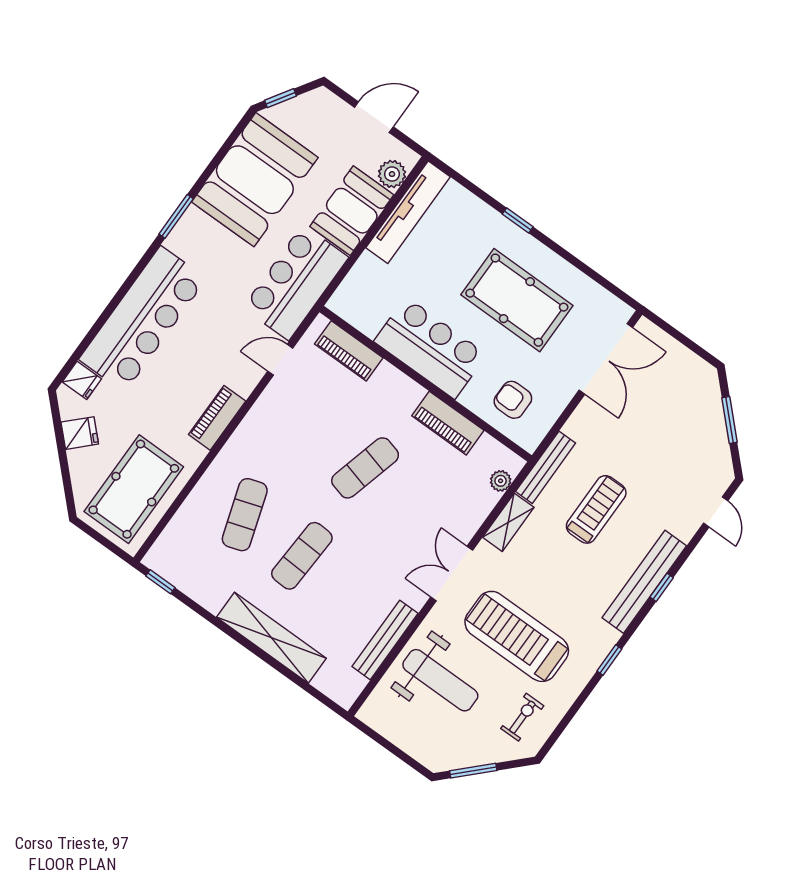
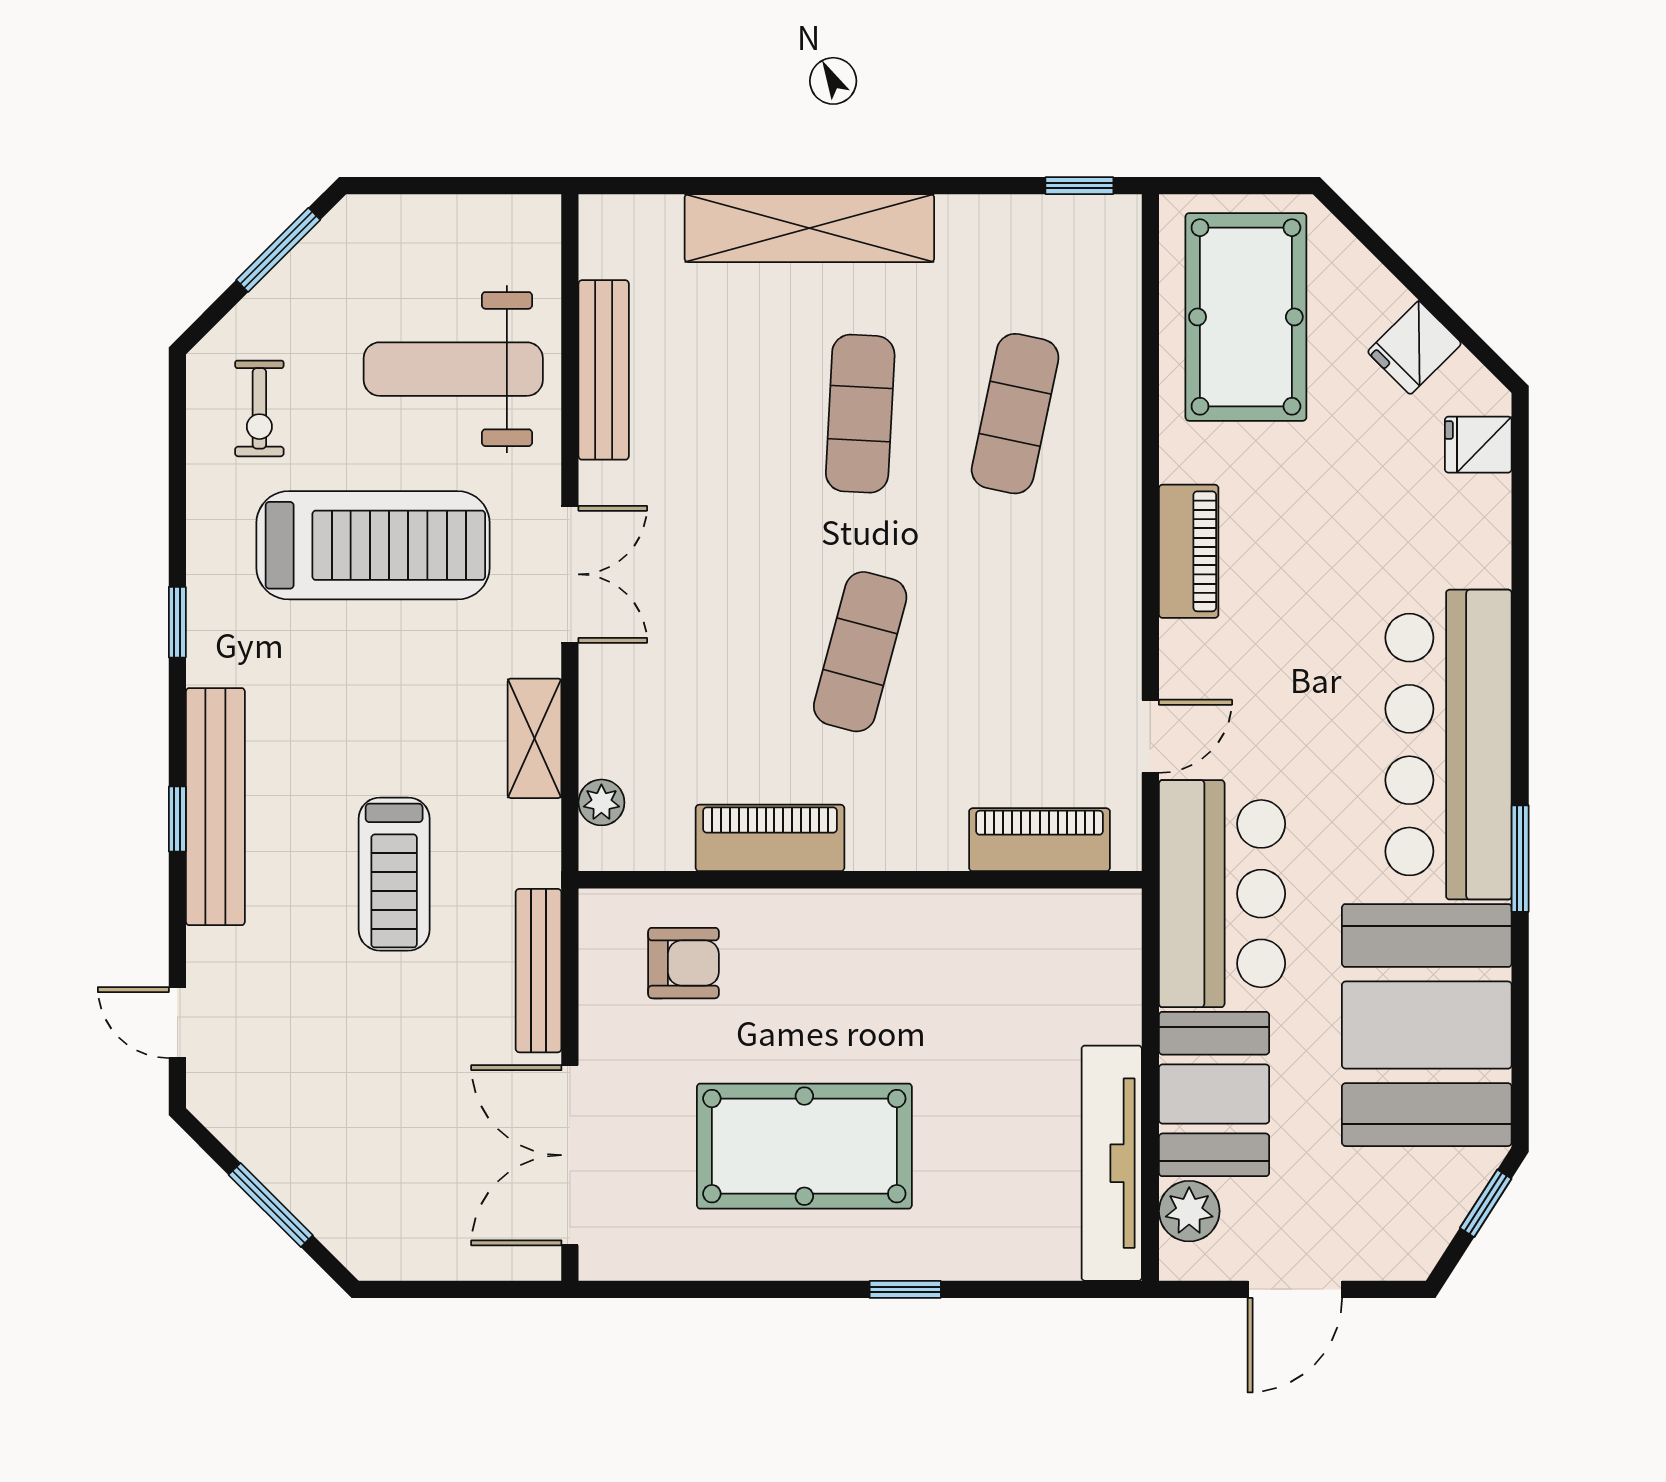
bar counter: (143, 319) -> (1449, 745), moved
bar counter: (430, 348) -> (898, 950), removed
bench: (546, 467) -> (539, 971), moved
exercise mat: (245, 515) -> (1015, 414), turned 30

